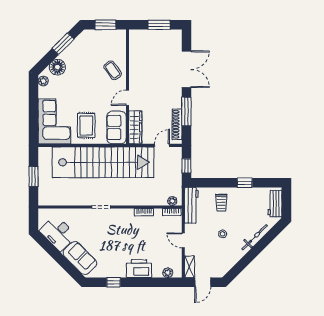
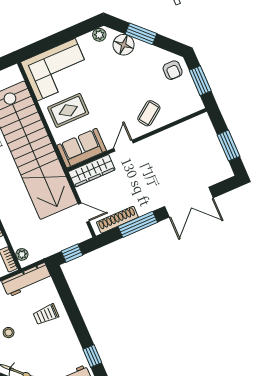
armchair: (90, 41) -> (173, 70), added
window: (63, 44) -> (141, 34), moved
door: (127, 98) -> (123, 146), hinge flipped
window: (245, 183) -> (92, 356), moved

